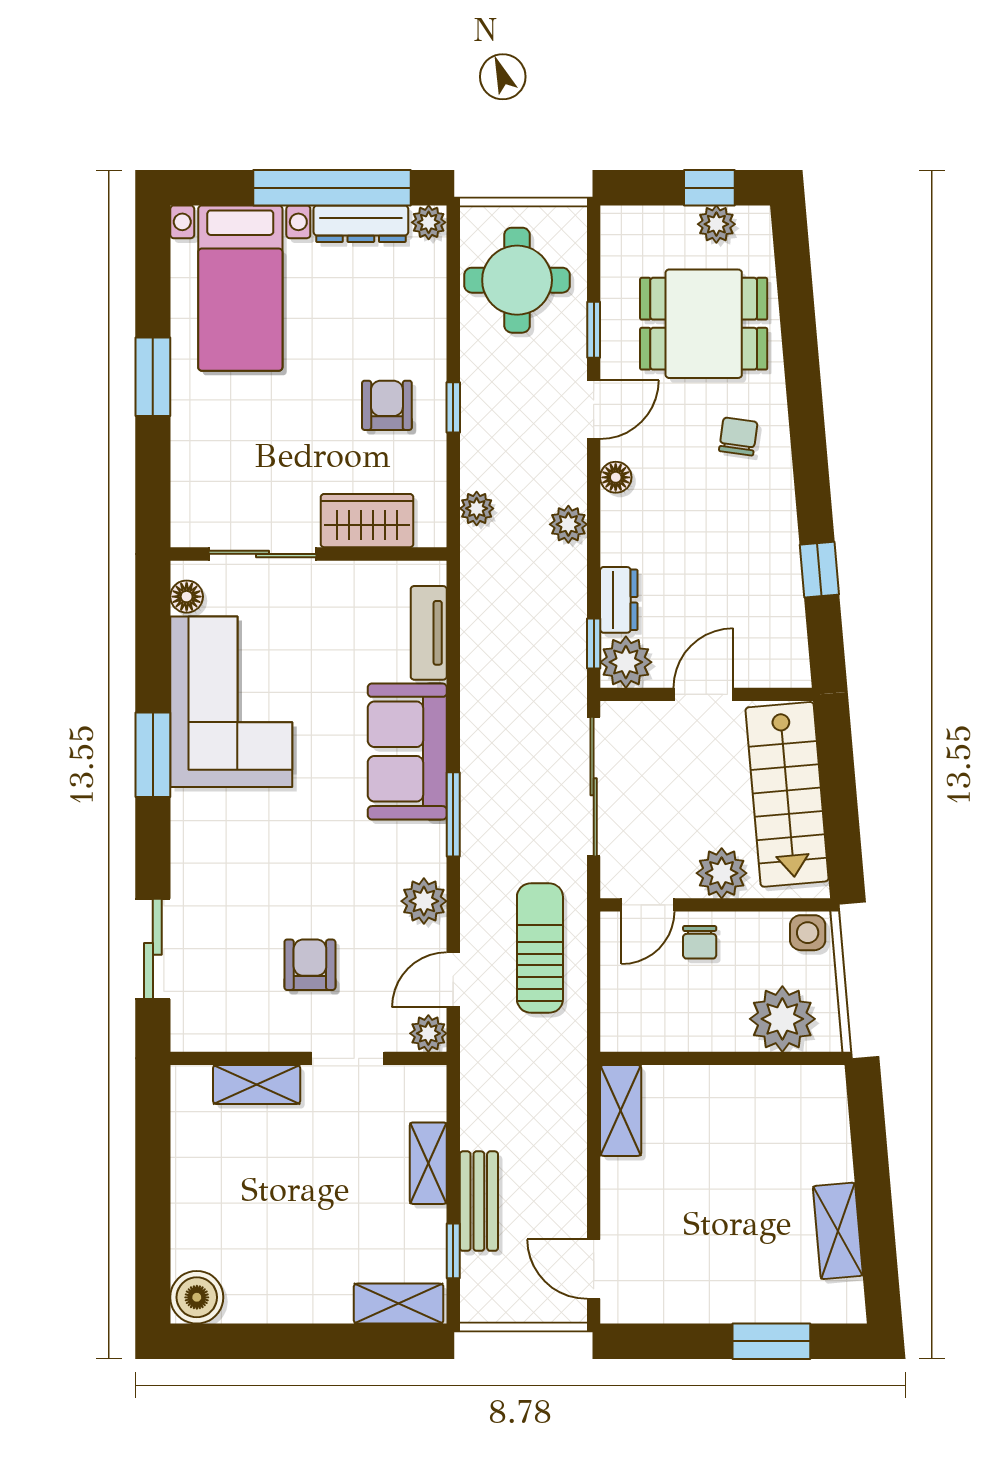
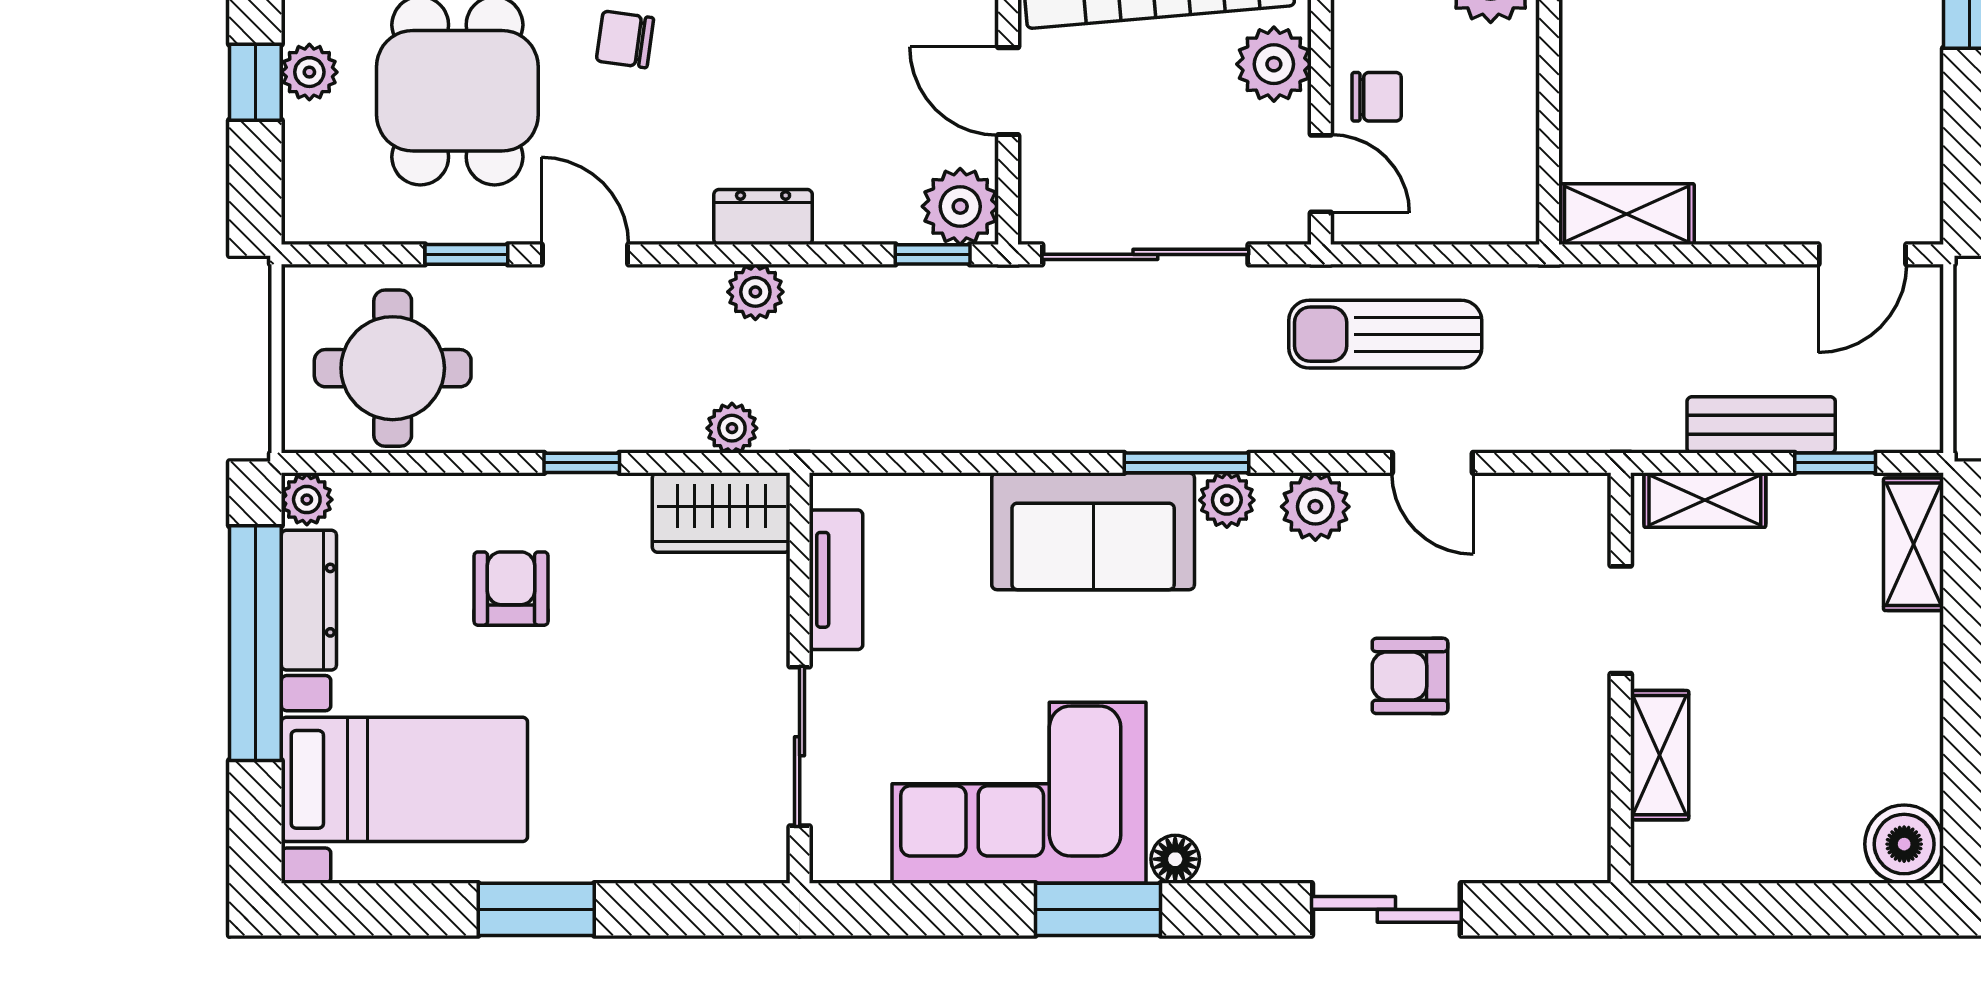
armchair: (387, 405) -> (511, 589), moved, turned 90
floor lamp: (616, 477) -> (686, 221), removed
wardrobe: (367, 521) -> (721, 513), moved, turned -90
floor lamp: (187, 597) -> (1175, 859), moved
dresser: (619, 600) -> (763, 217), moved
tv unit: (429, 633) -> (836, 580), moved, turned -90
plant: (428, 1033) -> (1227, 500), moved
wall: (309, 1058) -> (1621, 678), moved
doorway: (348, 1058) -> (1621, 620), moved
shelving: (257, 1085) -> (1660, 755), moved

